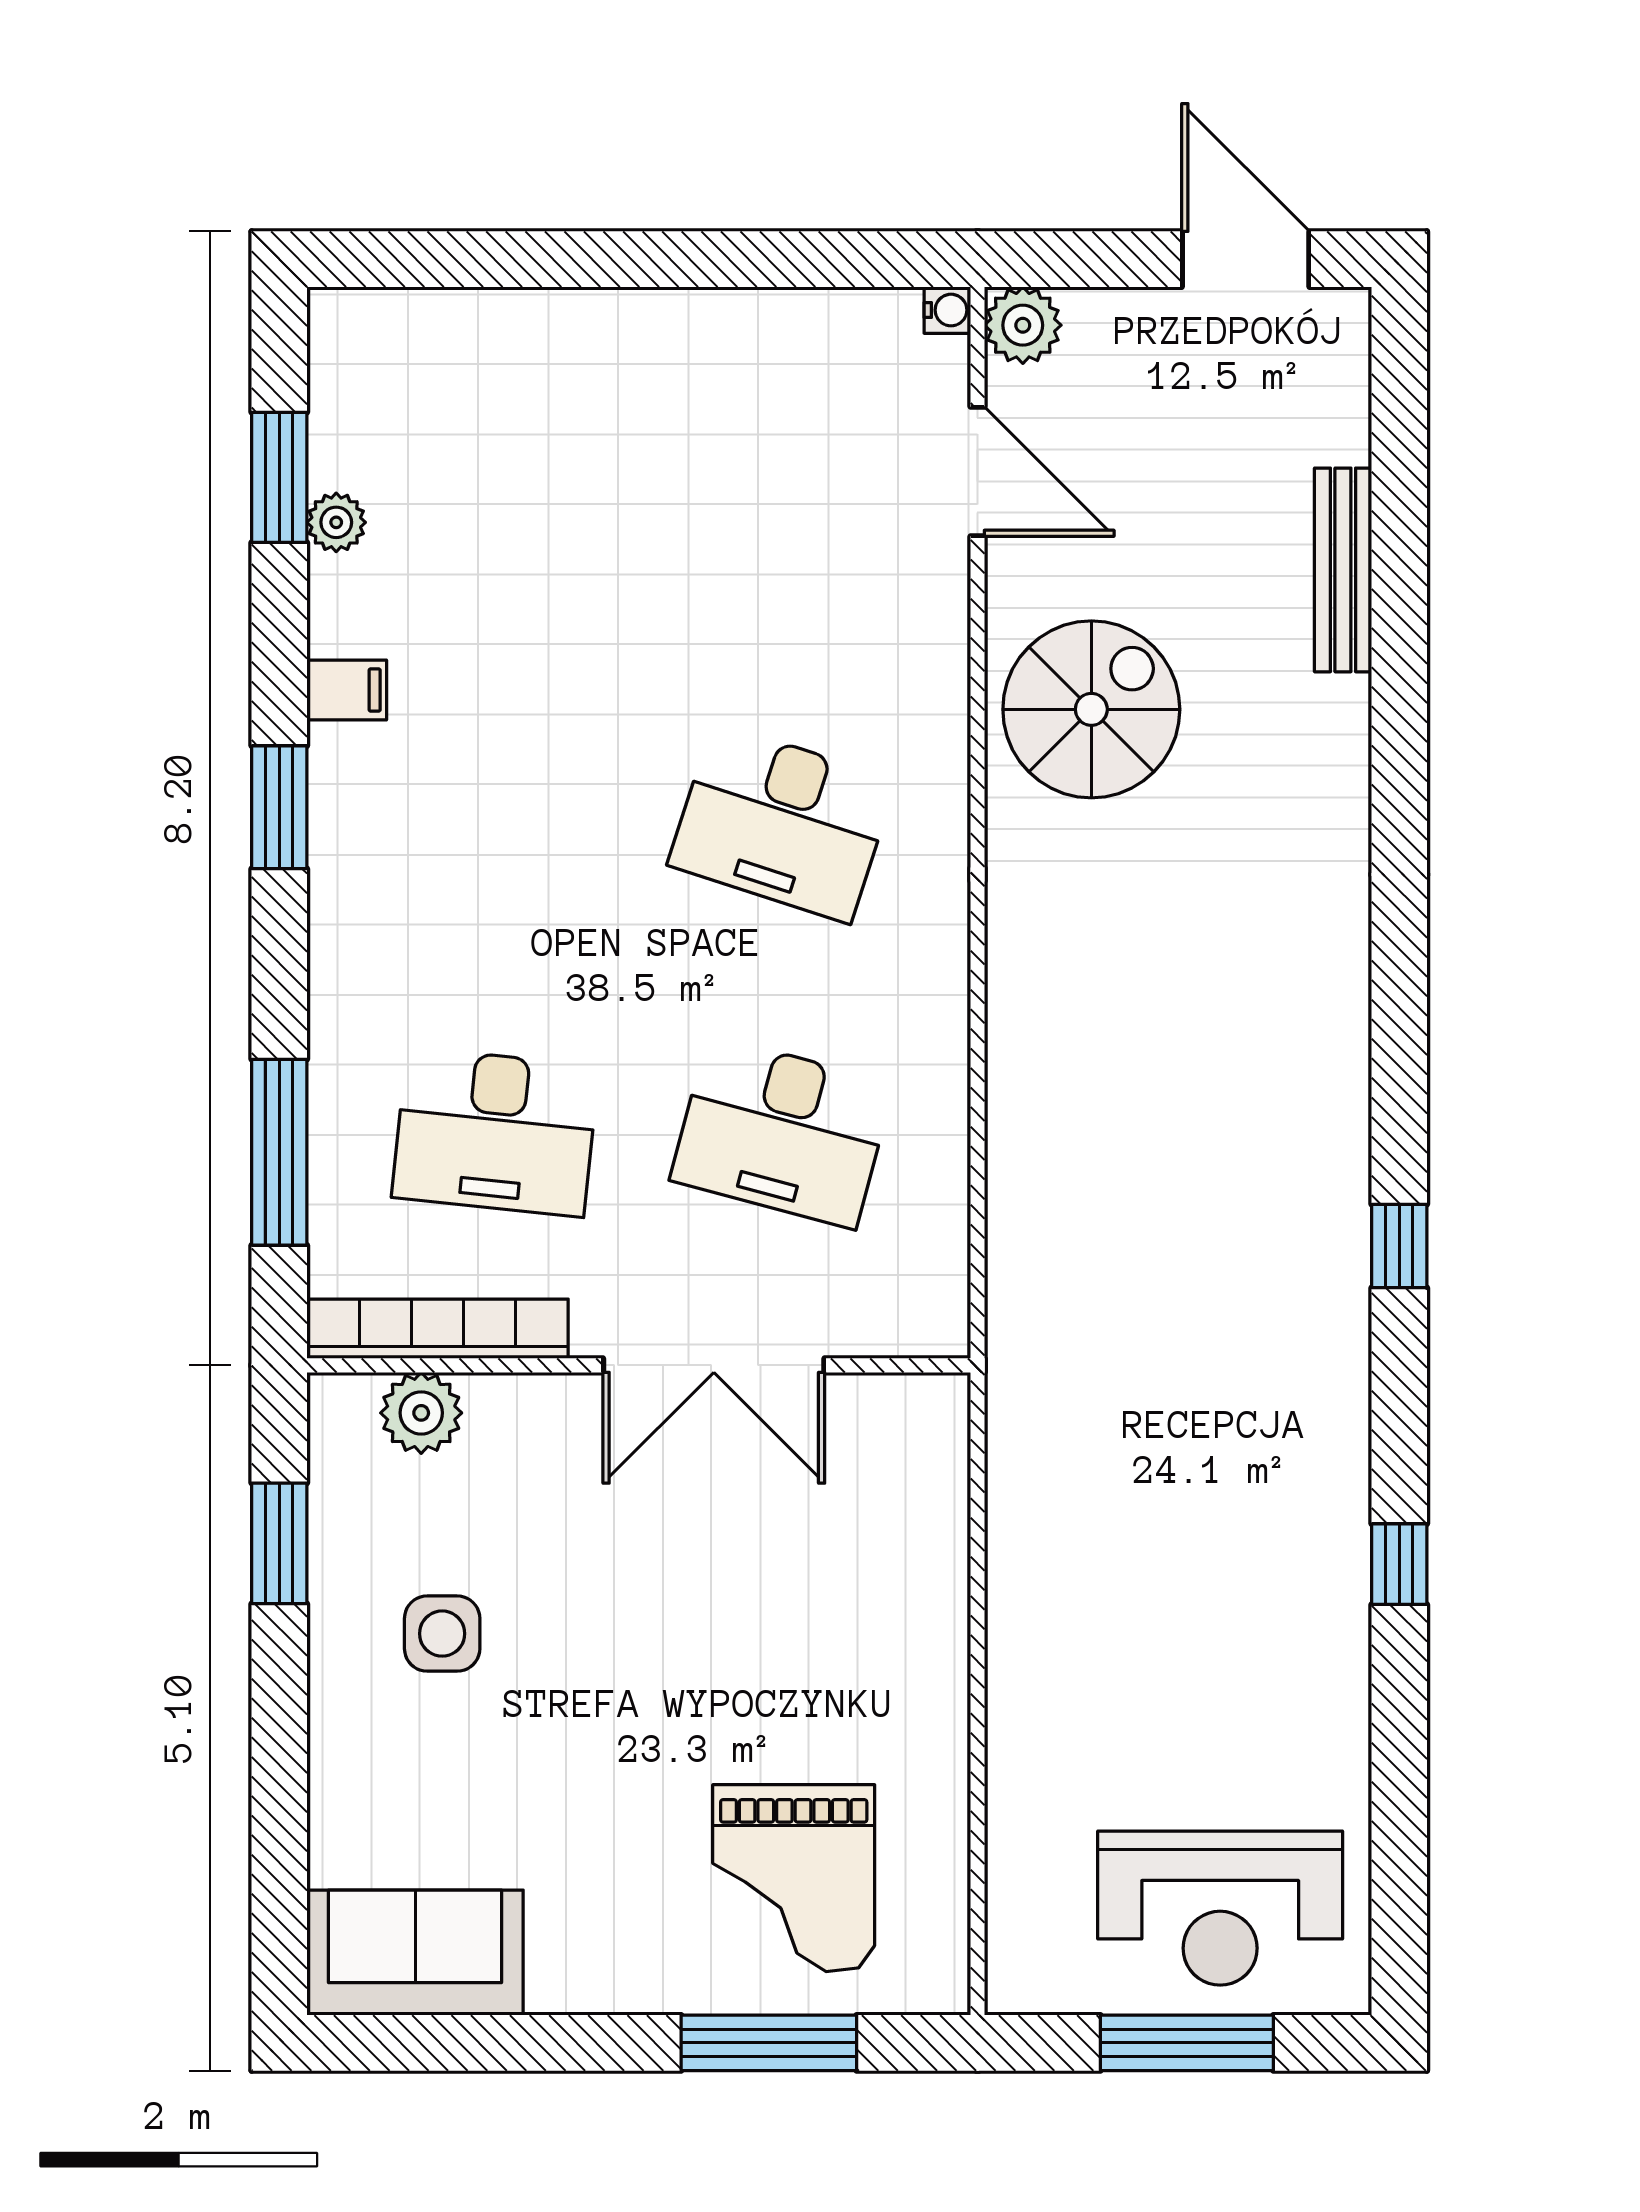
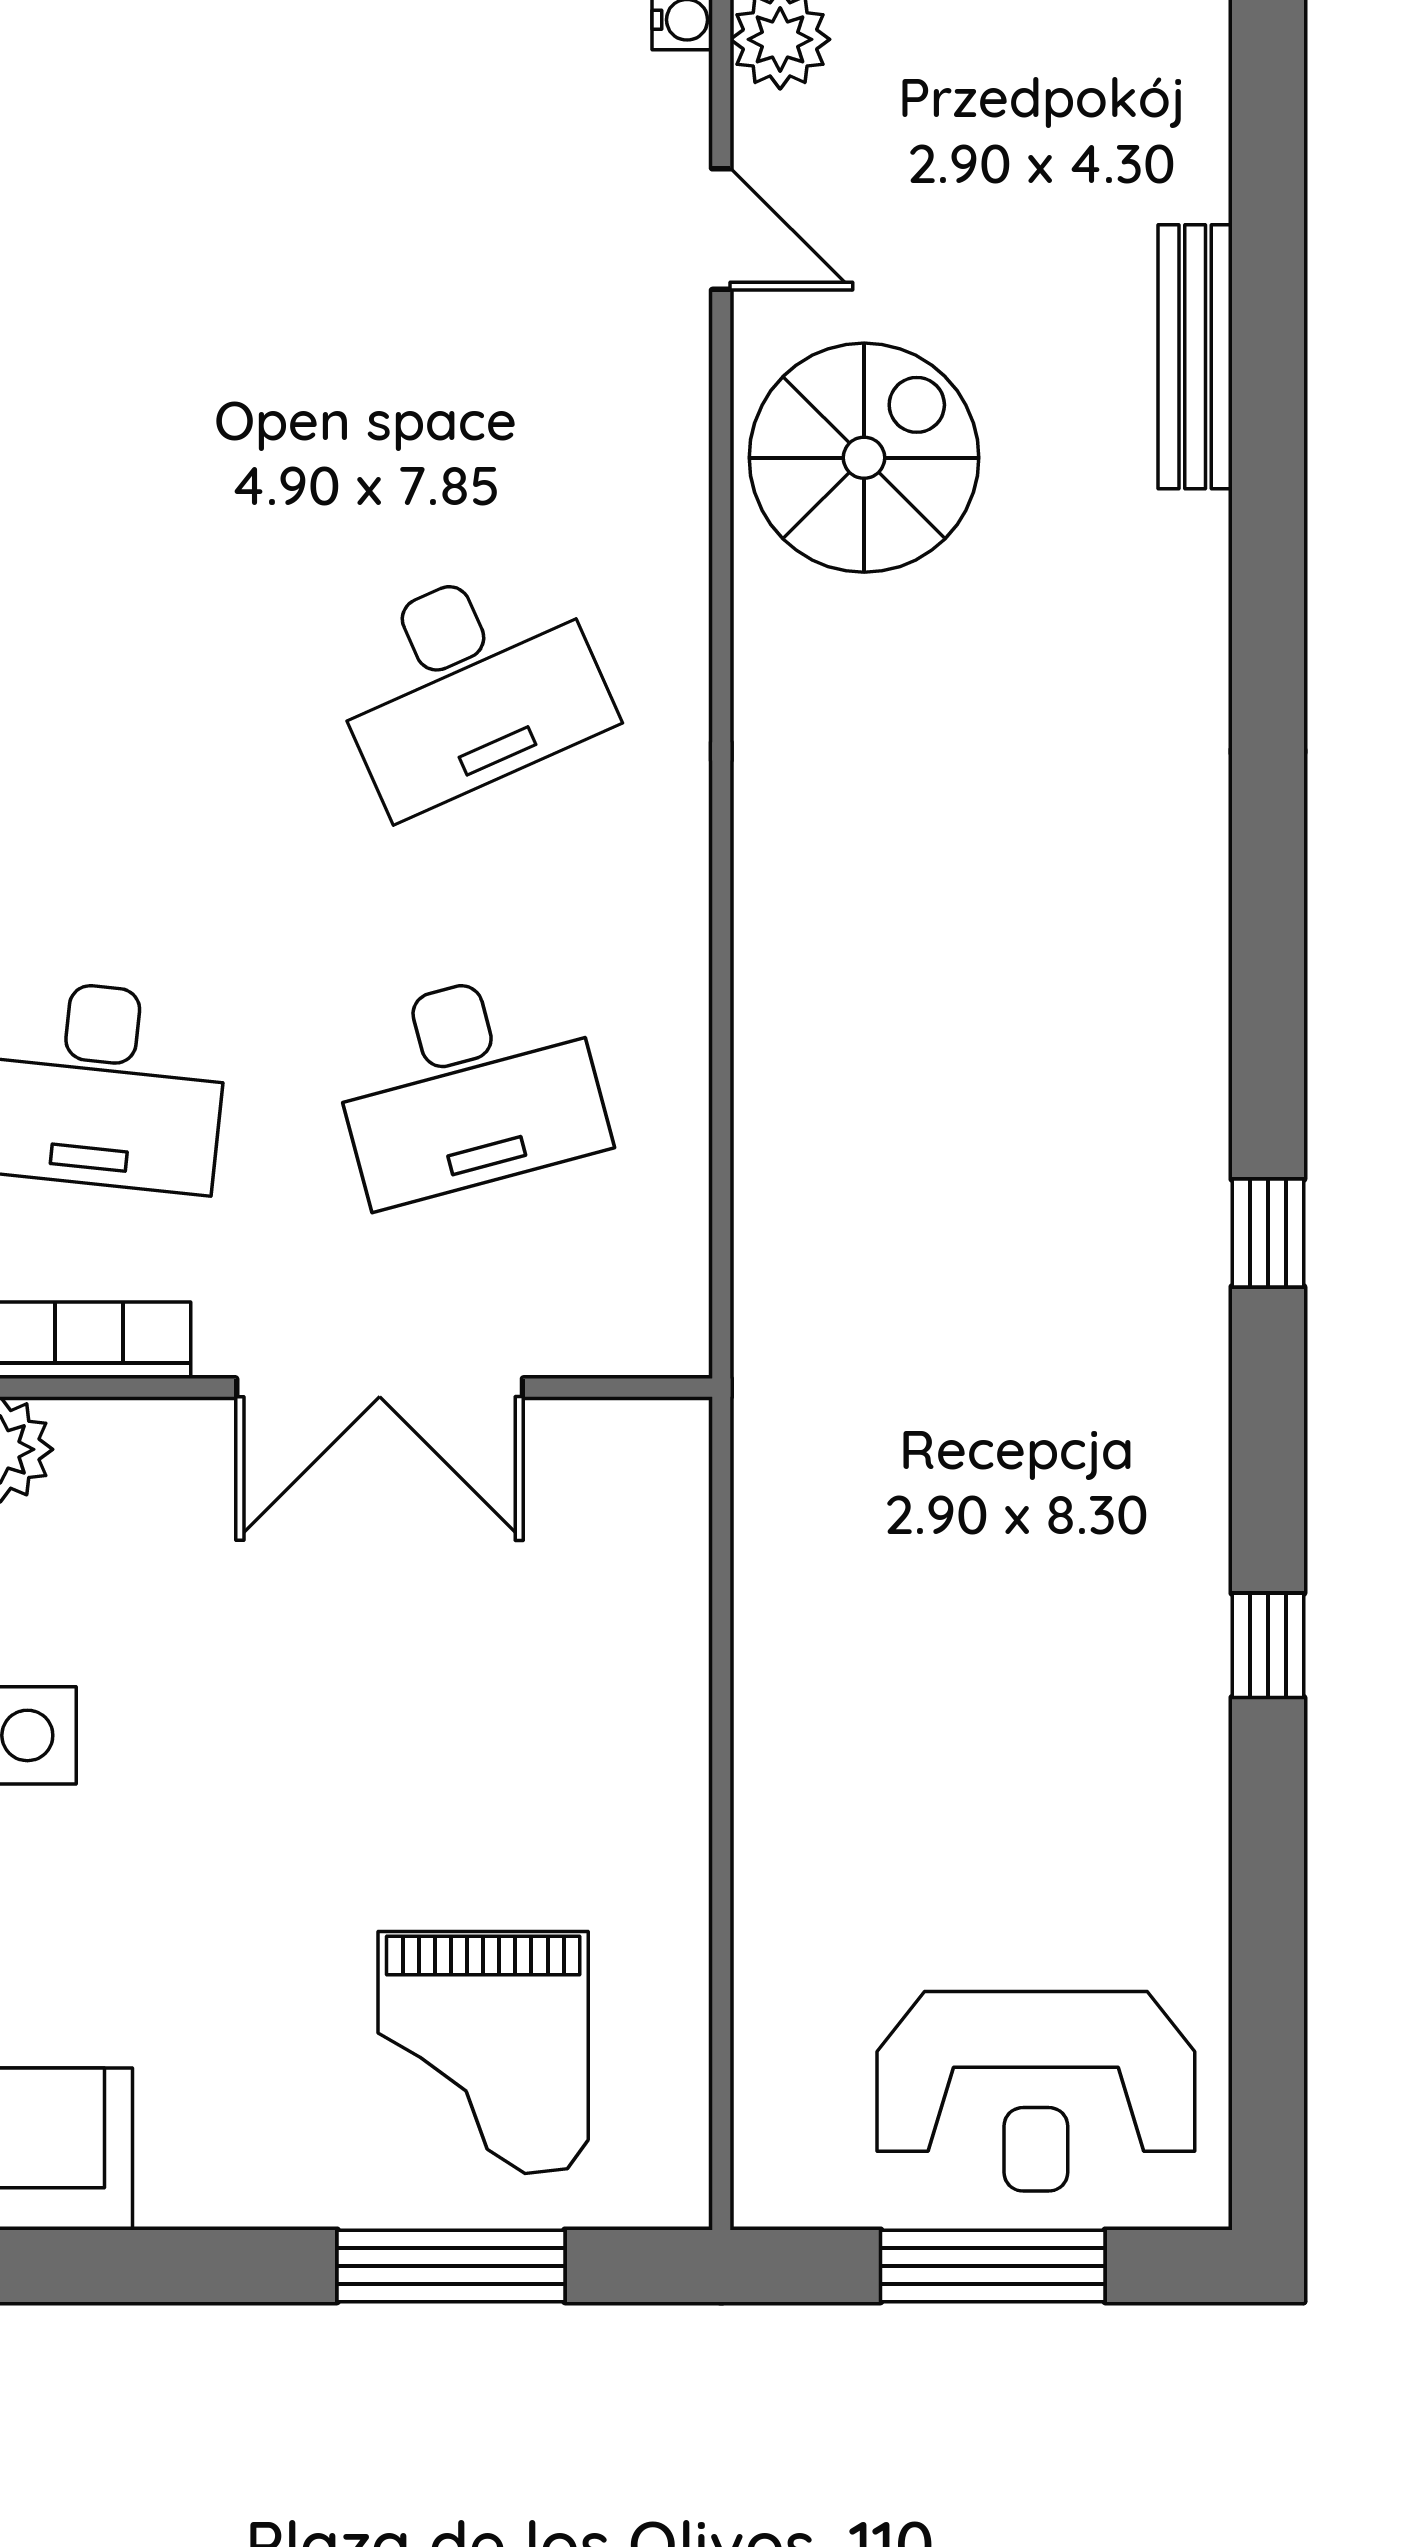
door: (977, 471) -> (721, 229), width x0.73
spiral stairs: (1091, 709) -> (864, 458), moved
desk: (782, 823) -> (468, 684), turned -42
desk: (782, 1132) -> (468, 1085), turned -30

